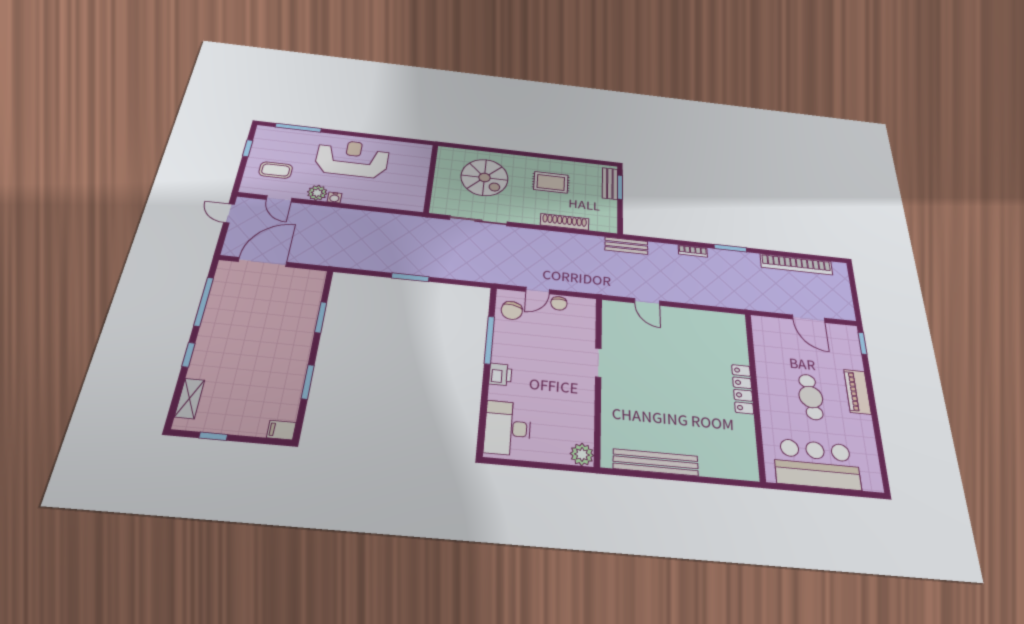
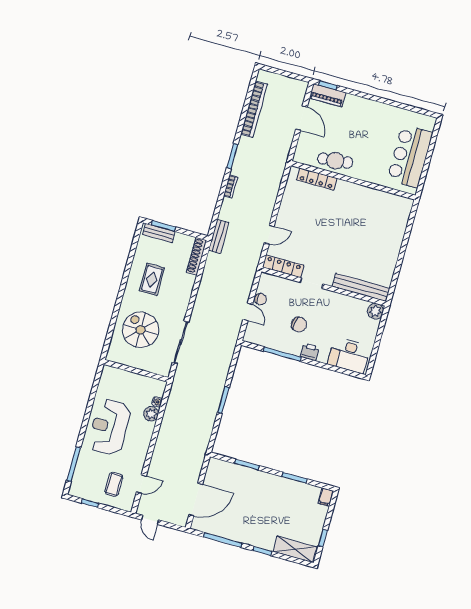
spiral stairs: (484, 177) -> (141, 330), turned -90
plant: (317, 193) -> (151, 414), moved
water cooler: (335, 198) -> (157, 402), moved
door: (229, 213) -> (150, 520), hinge flipped
shoe rack: (565, 222) -> (196, 256), moved
door: (263, 262) -> (196, 500), swing flipped
chair: (512, 311) -> (299, 324), moved
door: (809, 319) -> (302, 118), hinge flipped
locker: (611, 324) -> (283, 266), added
locker: (743, 389) -> (317, 179), moved
piano: (858, 392) -> (328, 95), moved
cafe table: (811, 397) -> (335, 161), moved
shelving: (190, 398) -> (295, 549), width x1.50, depth x1.33
bench: (656, 462) -> (361, 287), moved, turned 90

